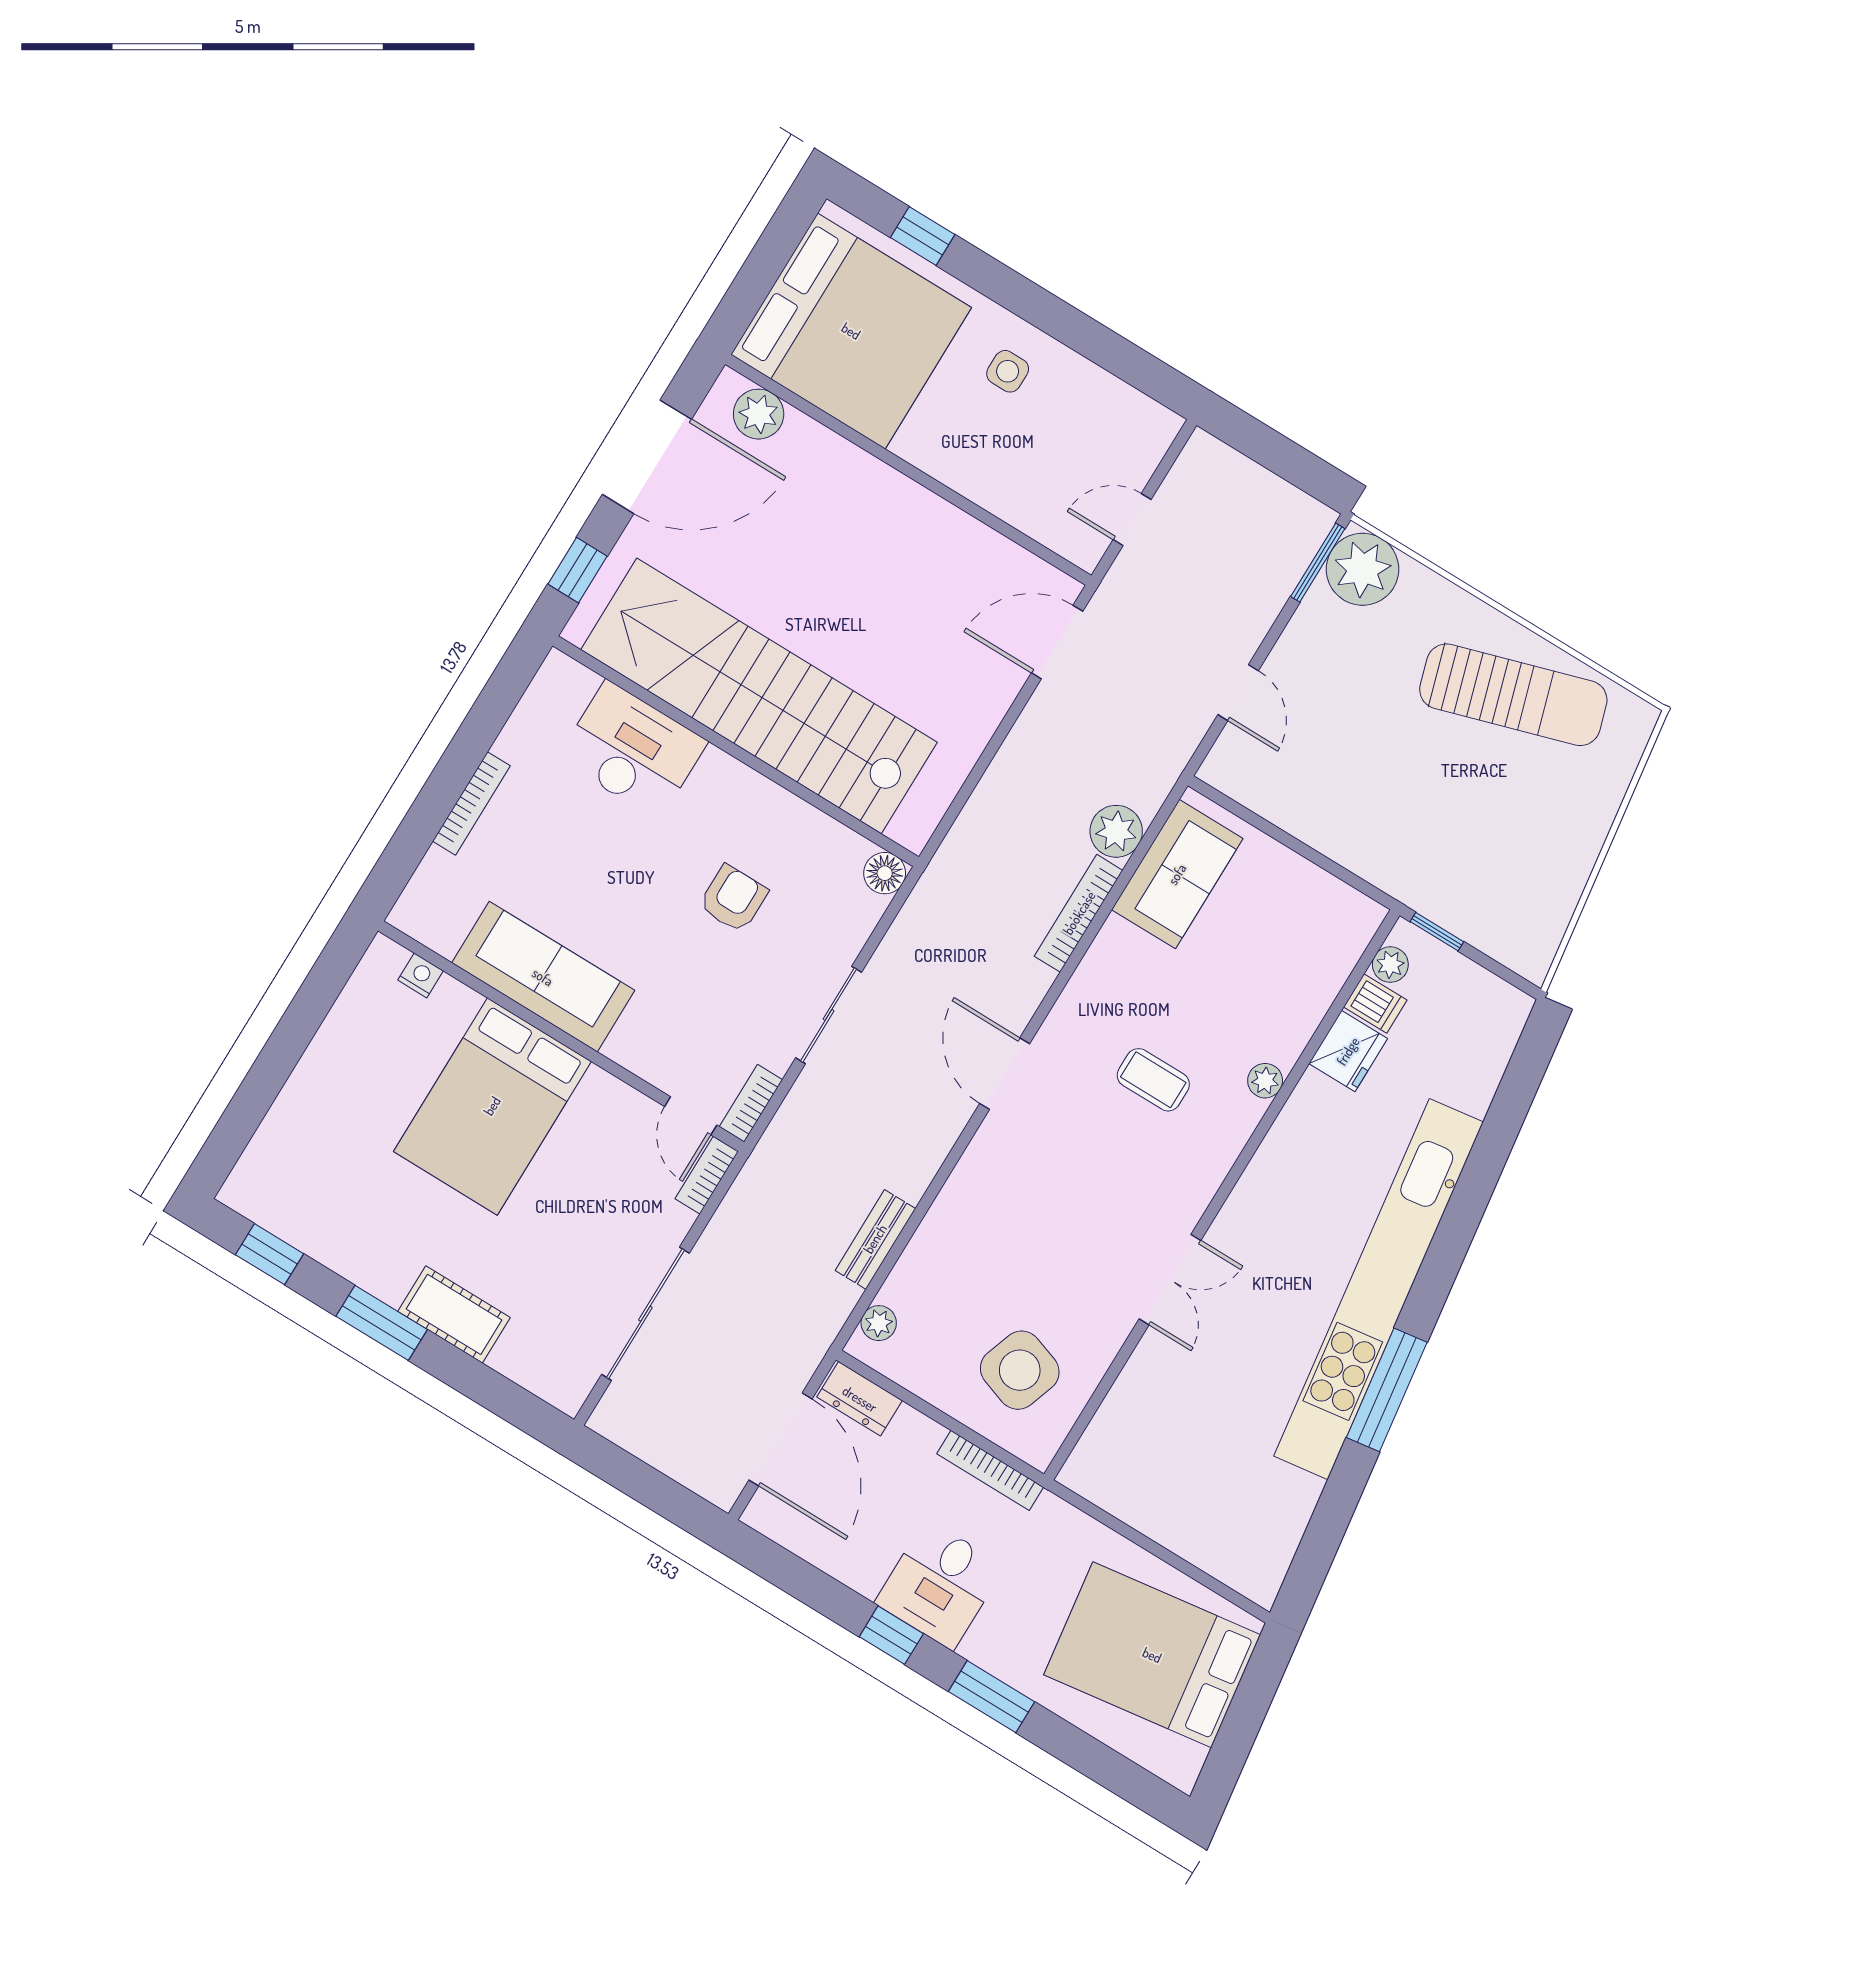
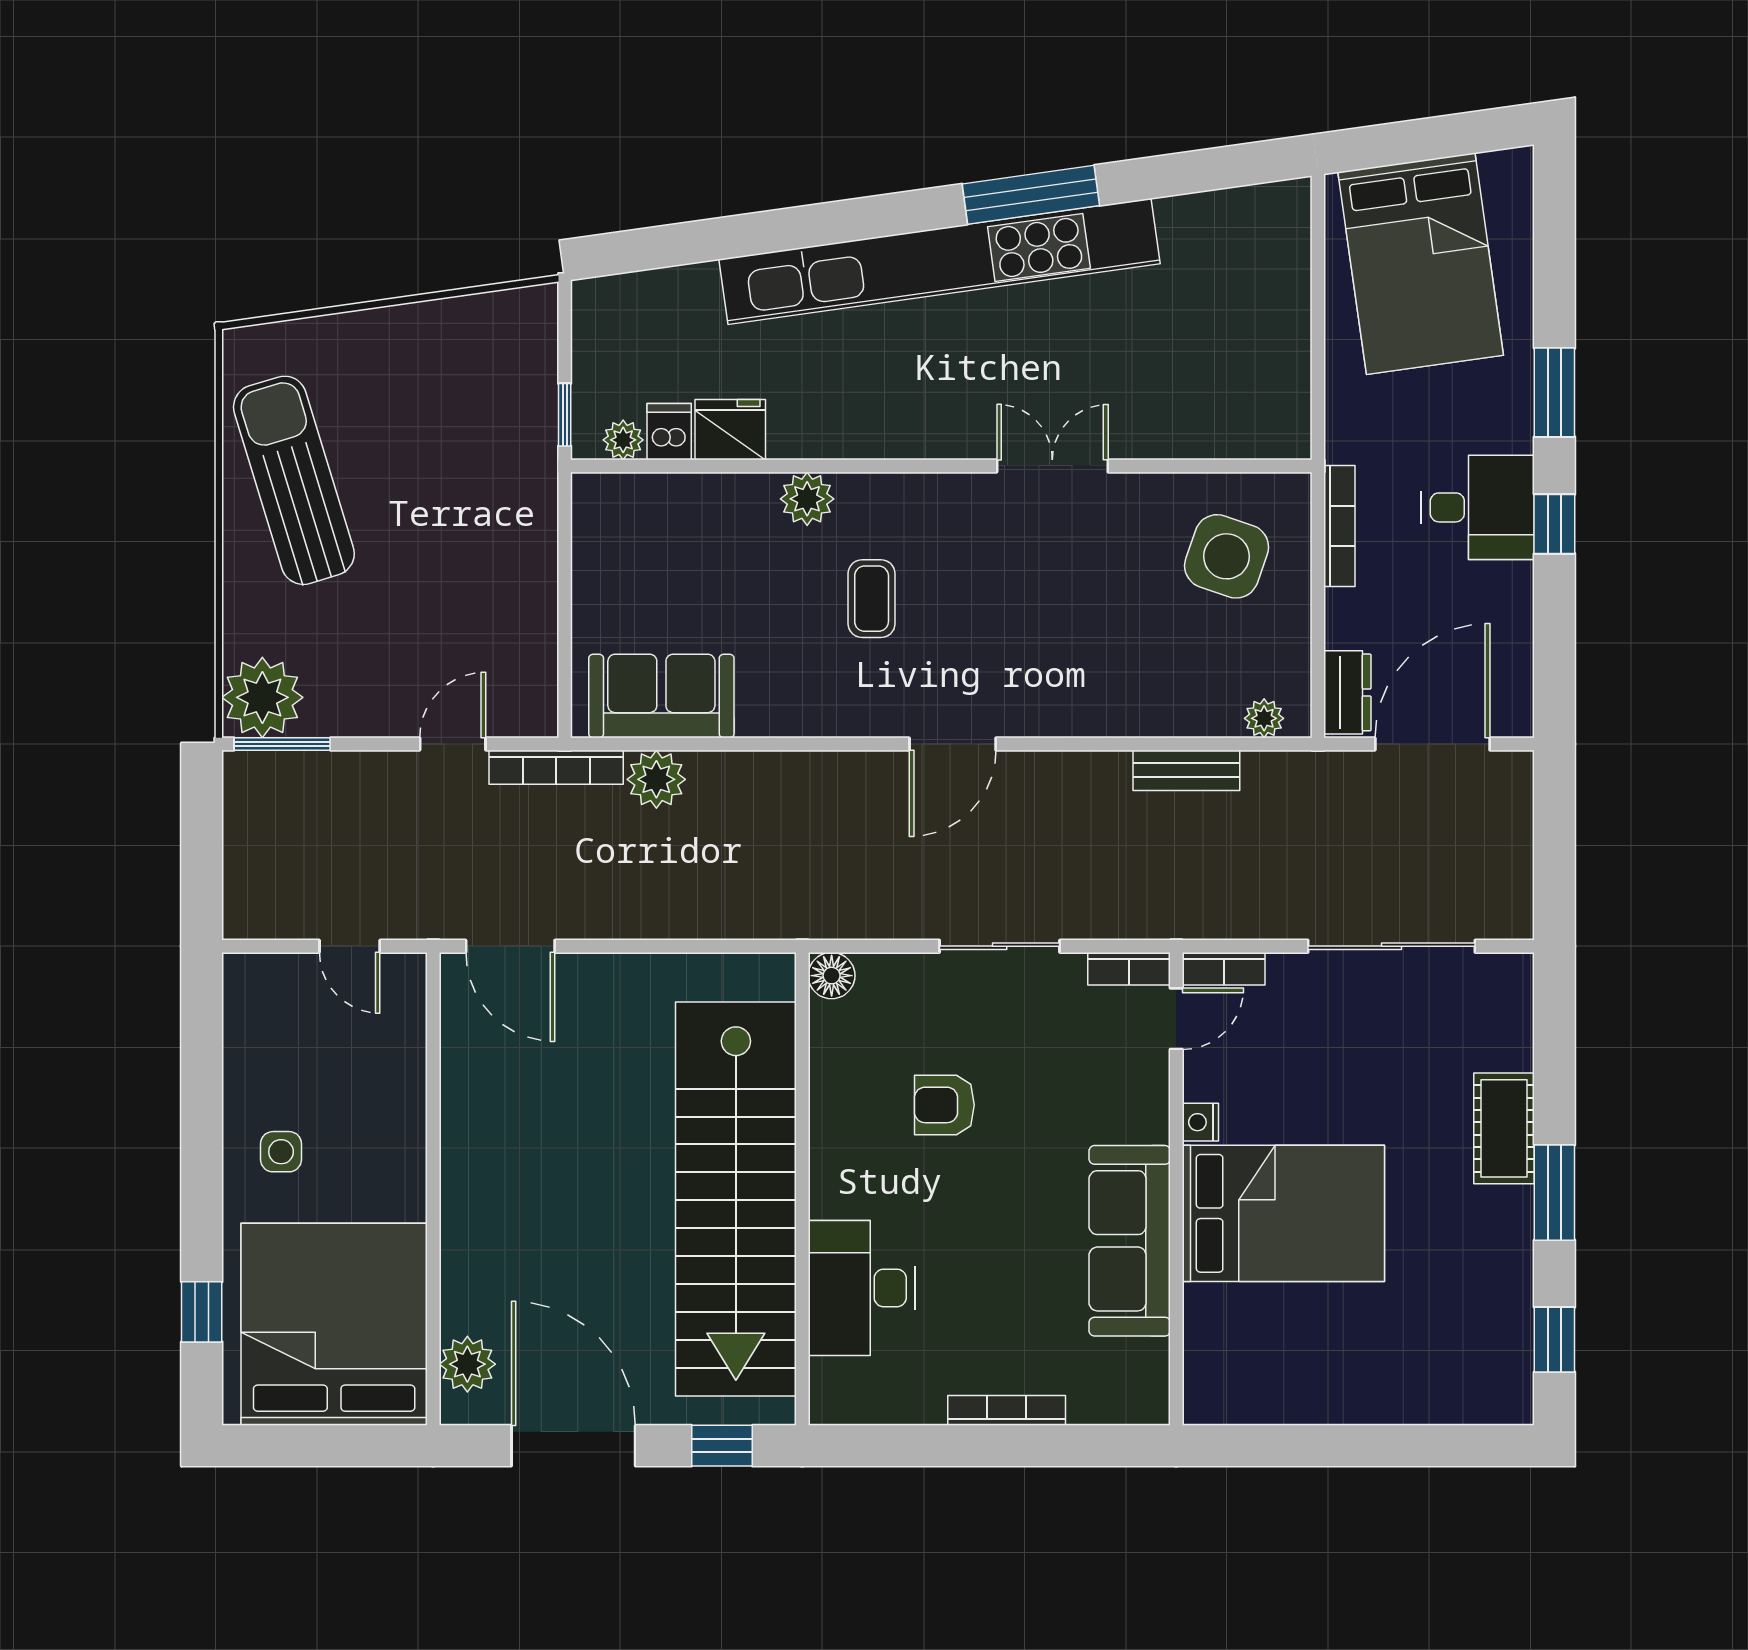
bookcase: (1079, 913) -> (556, 767), moved
nightstand: (420, 975) -> (1200, 1122), moved
plant: (1265, 1081) -> (807, 499), width x1.38, depth x1.38

